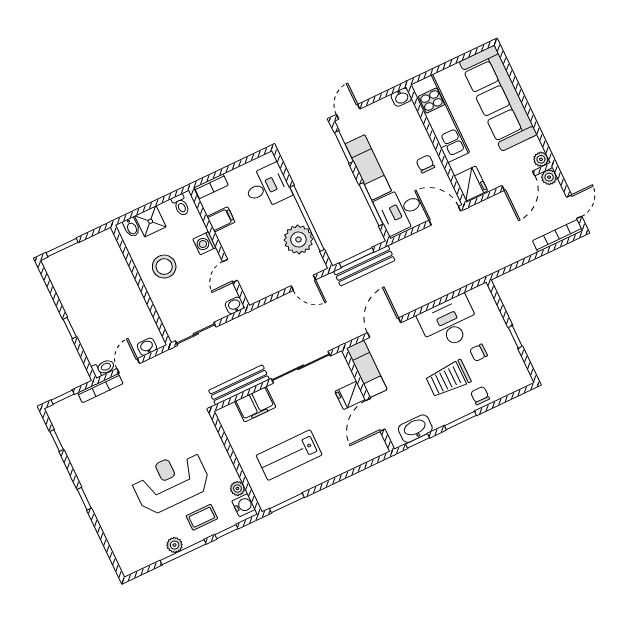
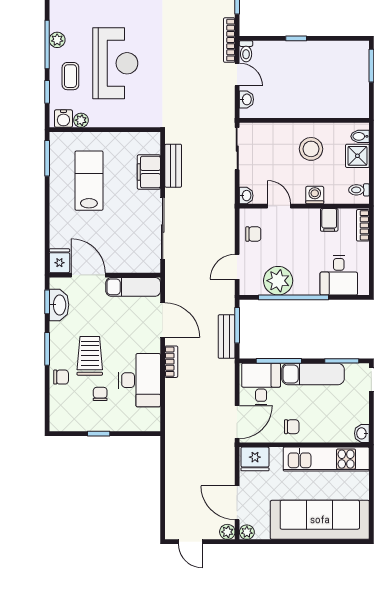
bookcase: (558, 236) -> (171, 362), moved, width x0.64
bench: (364, 266) -> (227, 337), width x0.73
chair: (267, 282) -> (253, 234), added
bench: (239, 385) -> (173, 166), width x0.73
fridge: (350, 395) -> (59, 261), moved

